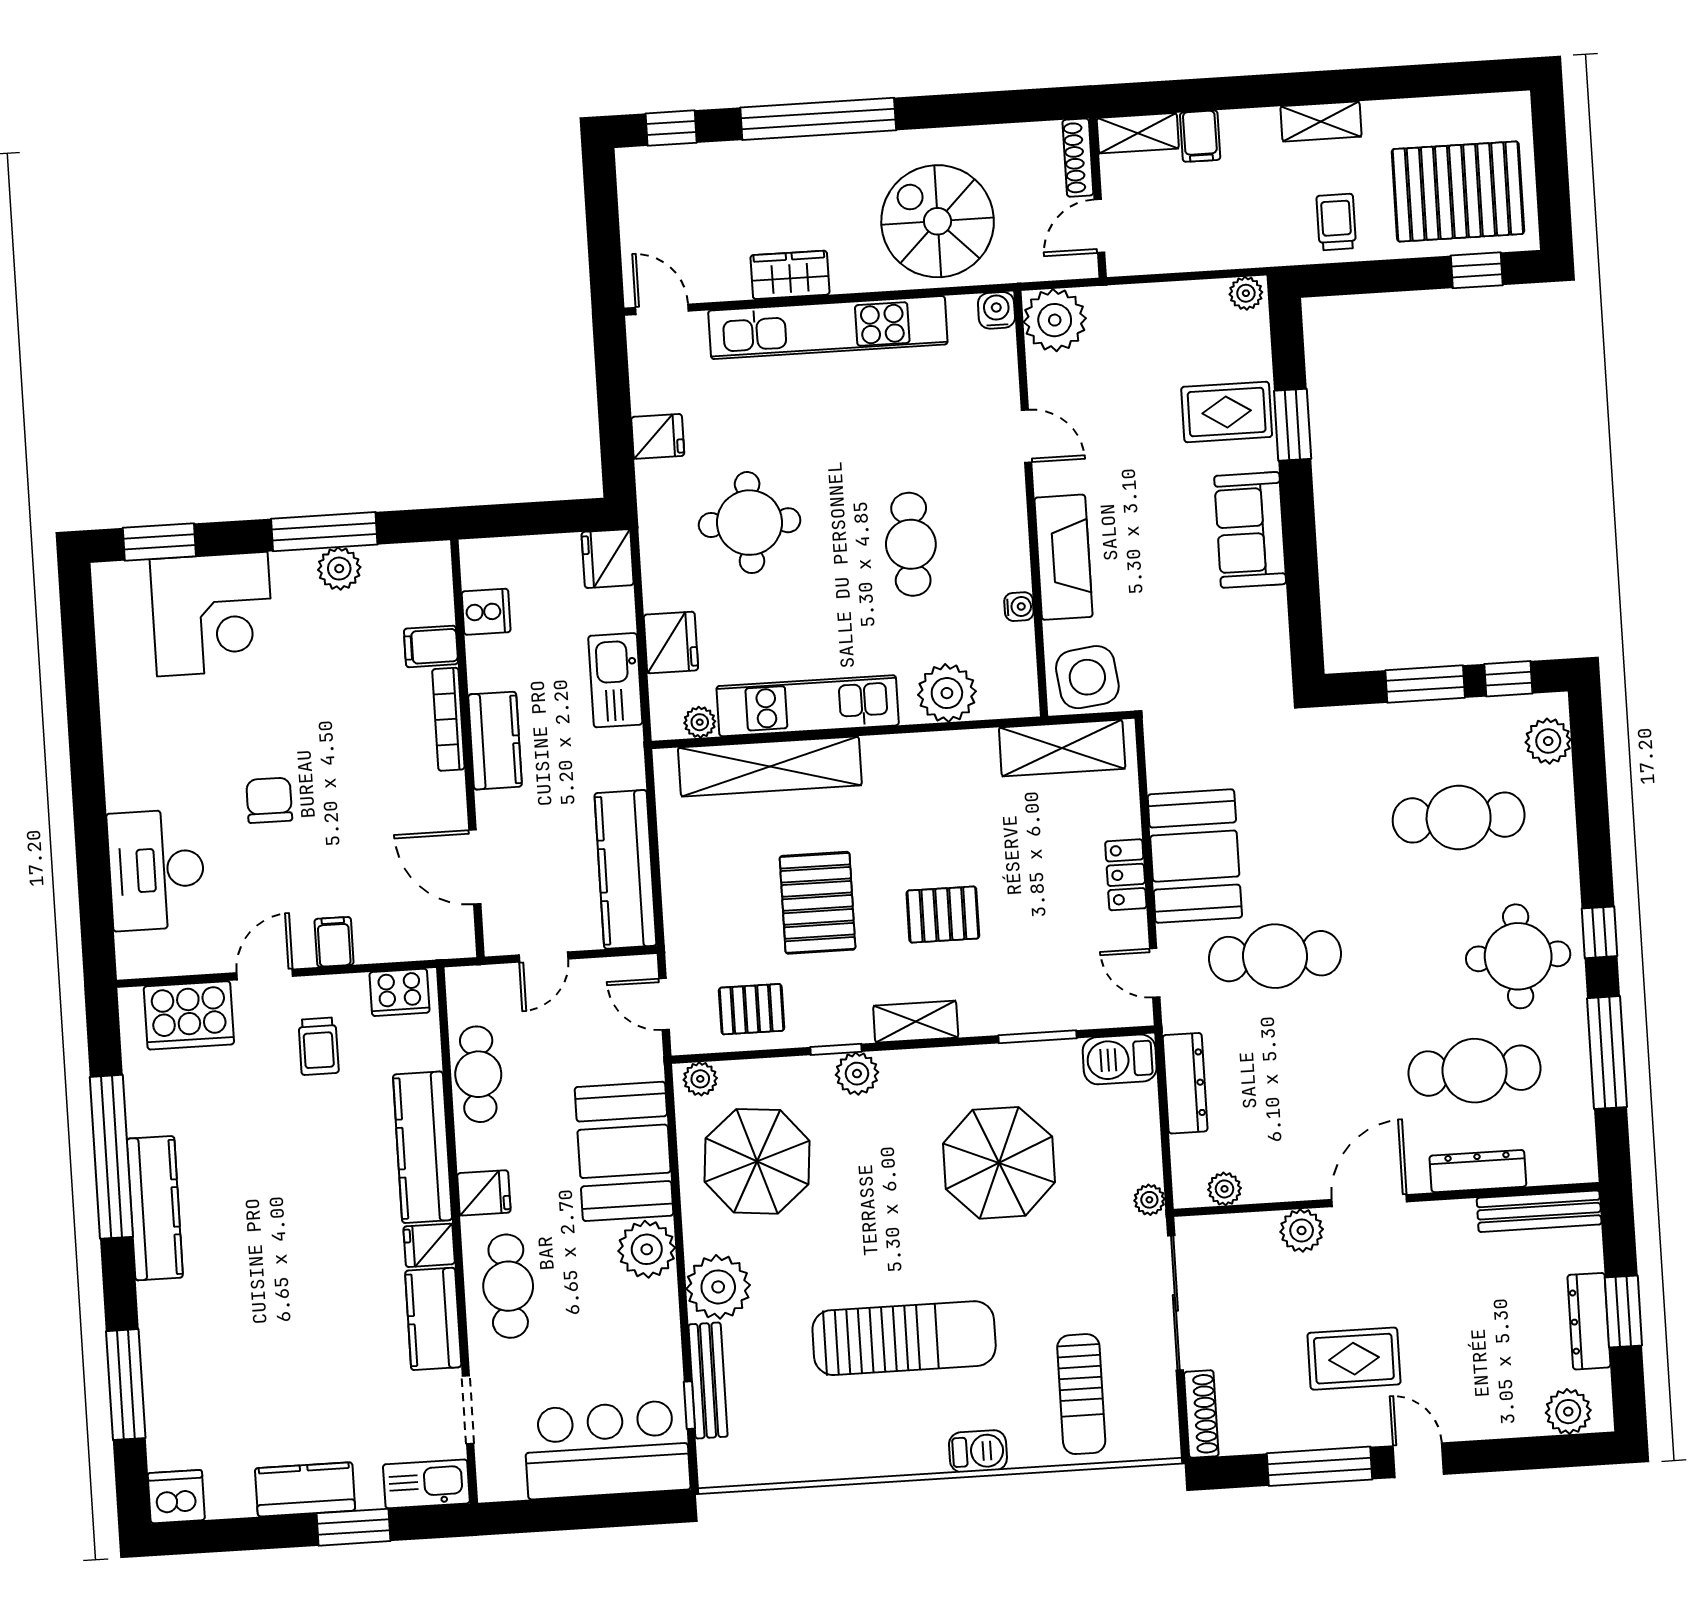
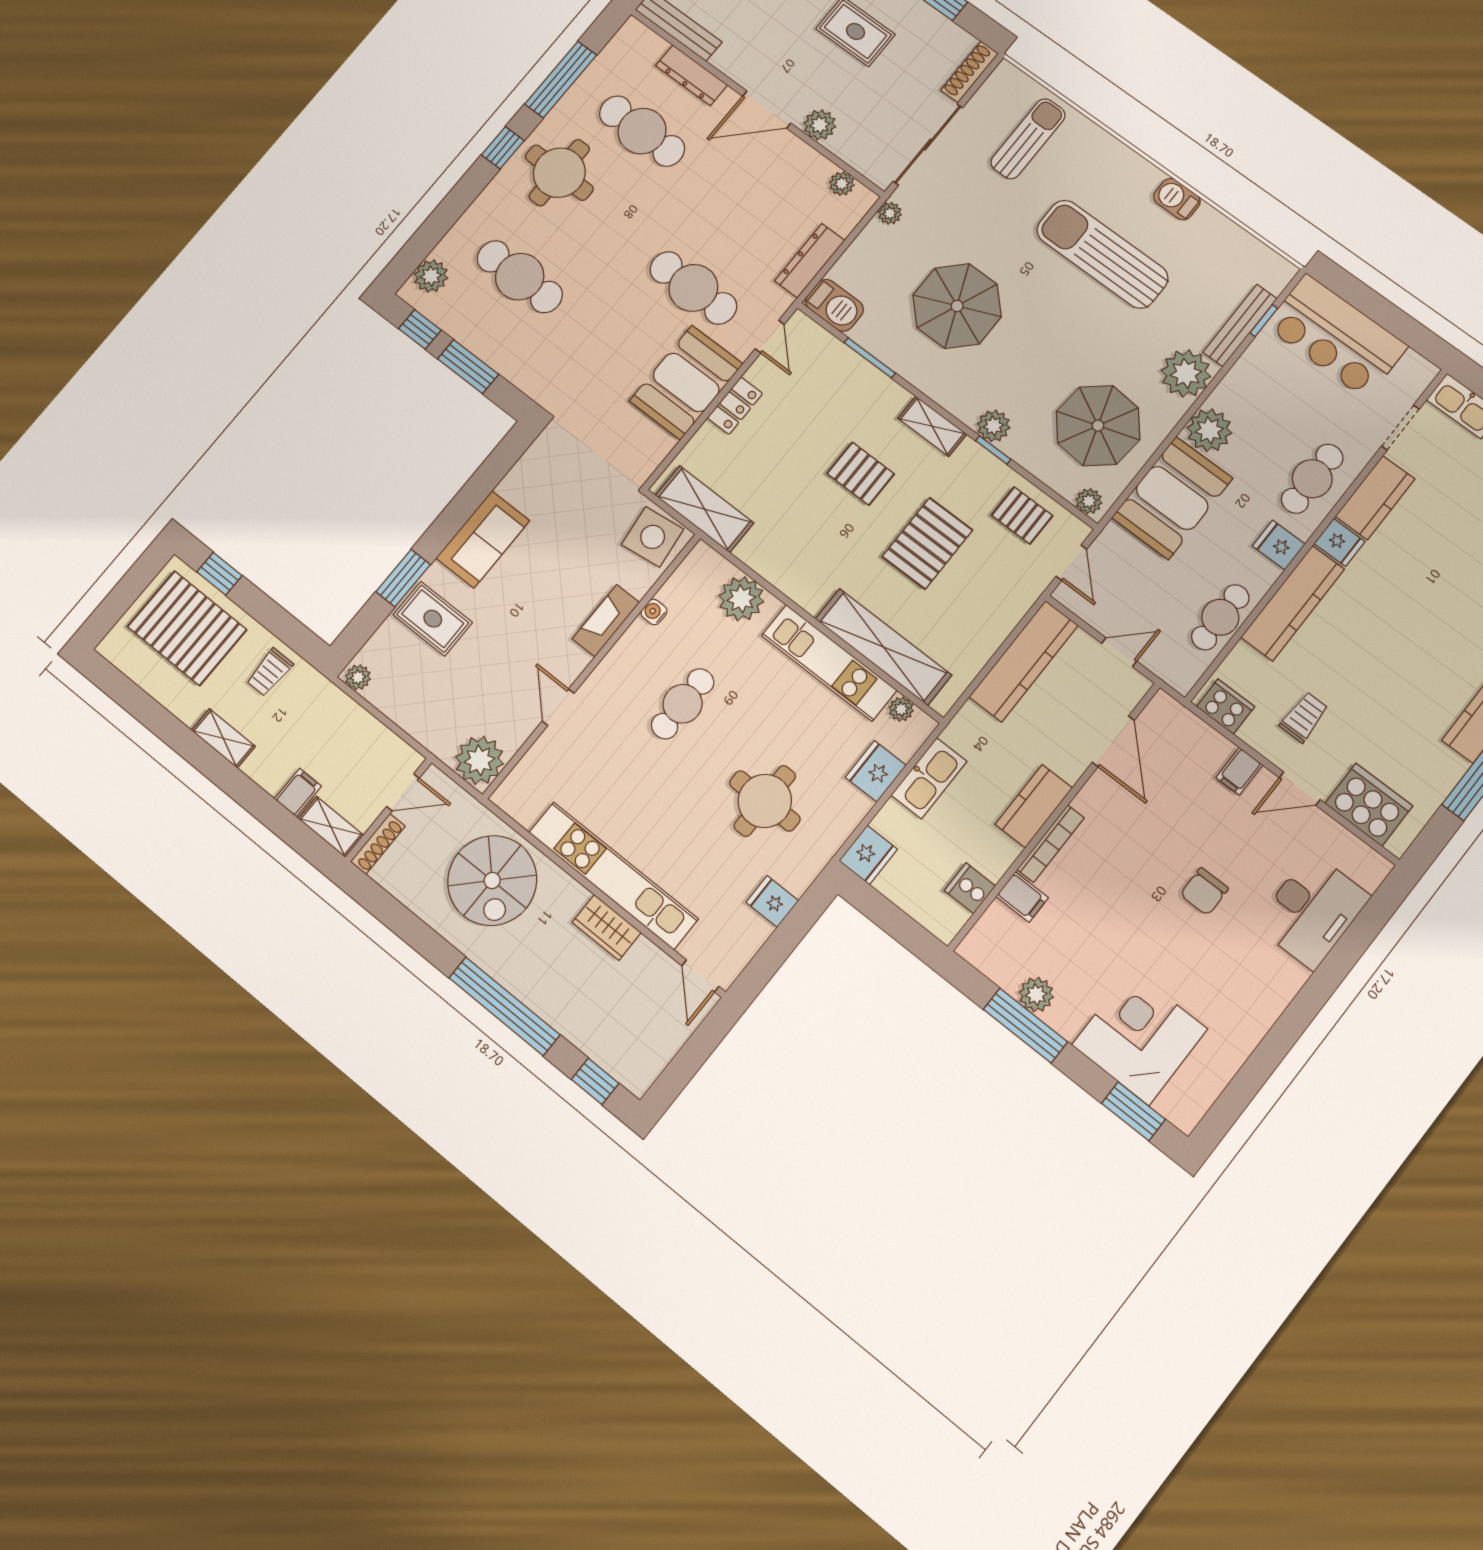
water cooler: (996, 310) -> (507, 797), removed
fireplace: (1064, 557) -> (606, 621), width x0.73, depth x0.76
barbecue: (978, 1451) -> (1177, 199), moved

